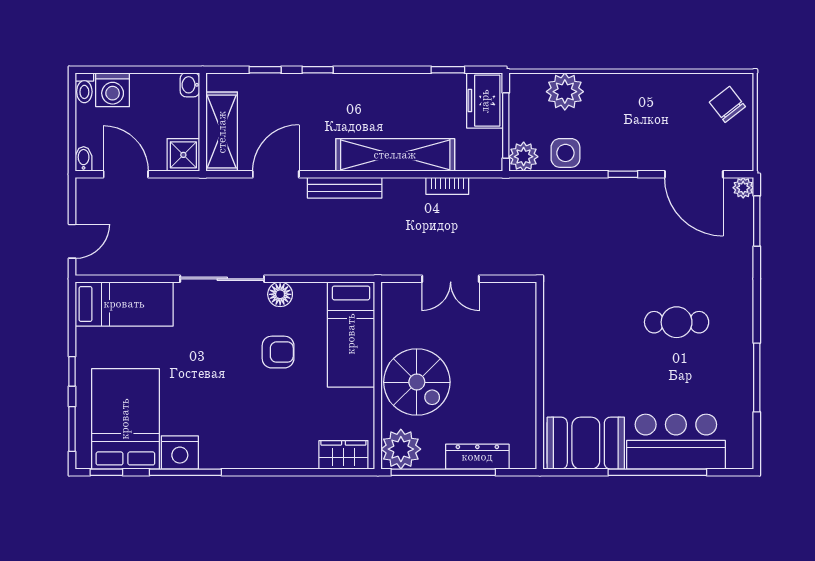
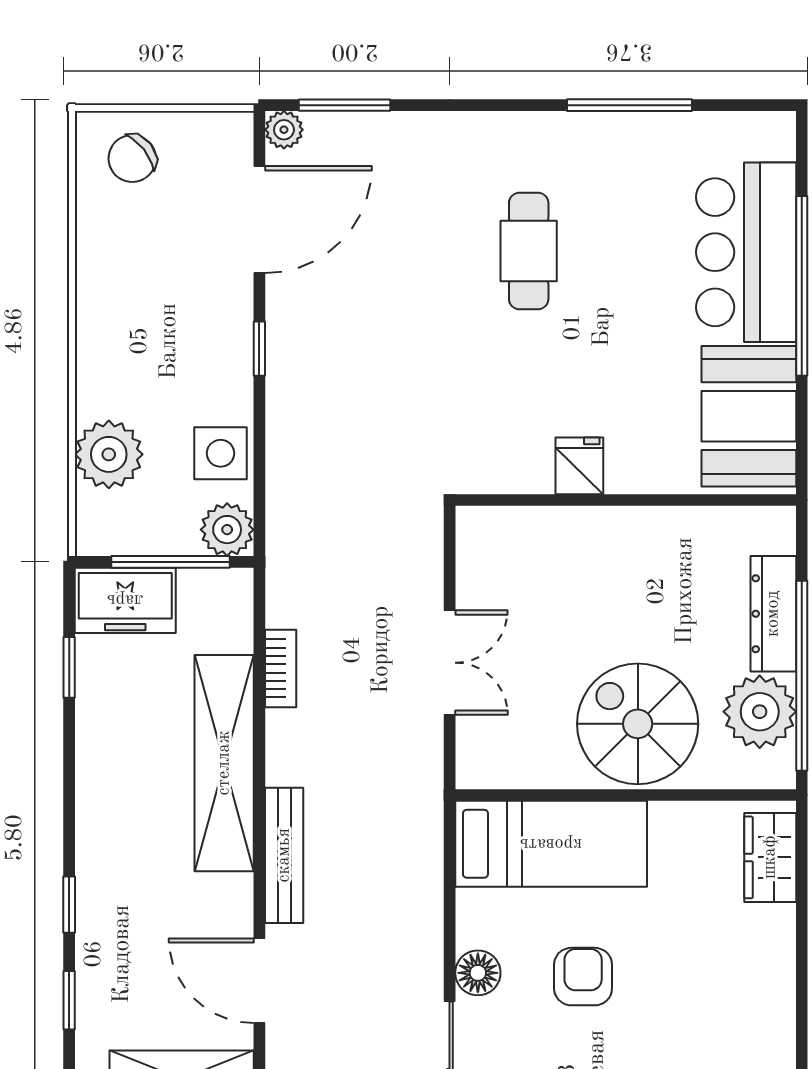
fridge: (559, 350) -> (579, 466), added
spiral stairs: (417, 382) -> (638, 724), turned -90
plant: (401, 449) -> (760, 712), moved

